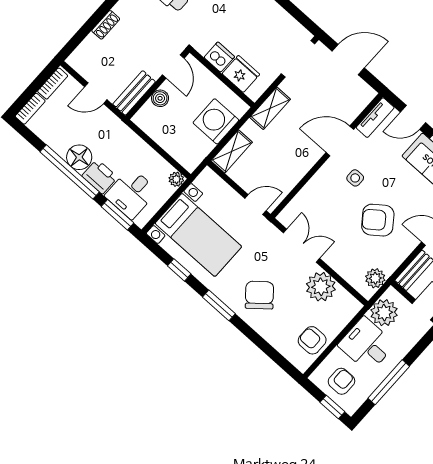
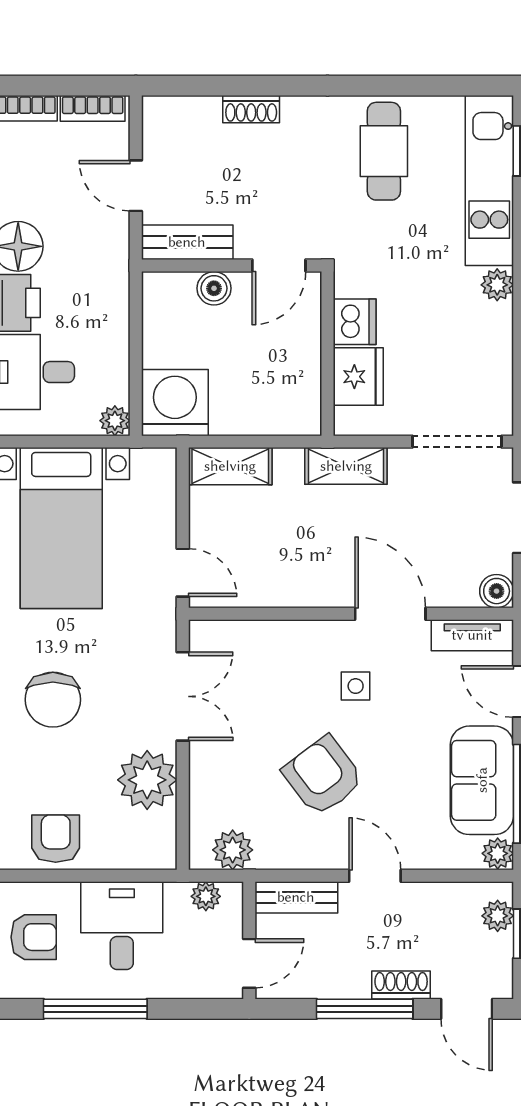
boiler: (367, 94) -> (497, 591), added
washing machine: (216, 121) -> (175, 403), moved
chair: (259, 295) -> (53, 700), turned 130
plant: (384, 313) -> (206, 896), width x0.53, depth x0.53

